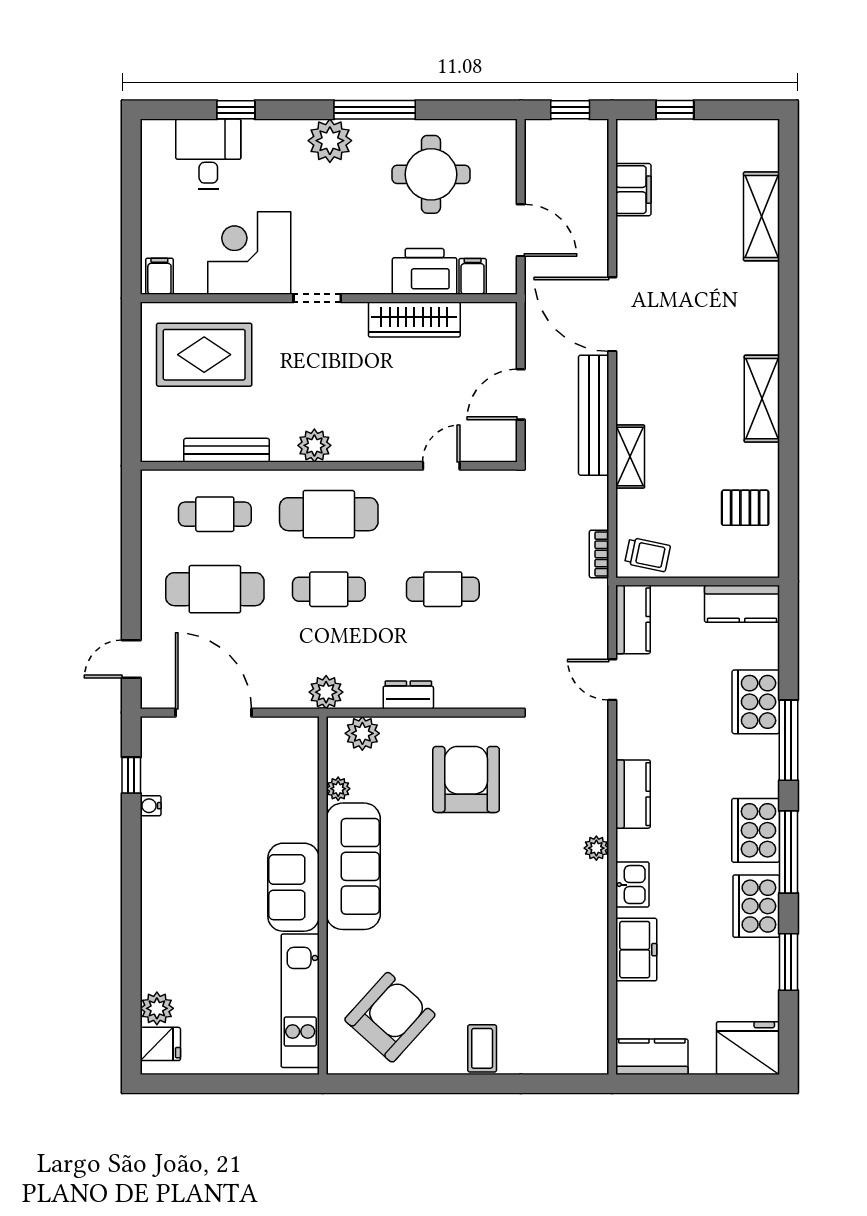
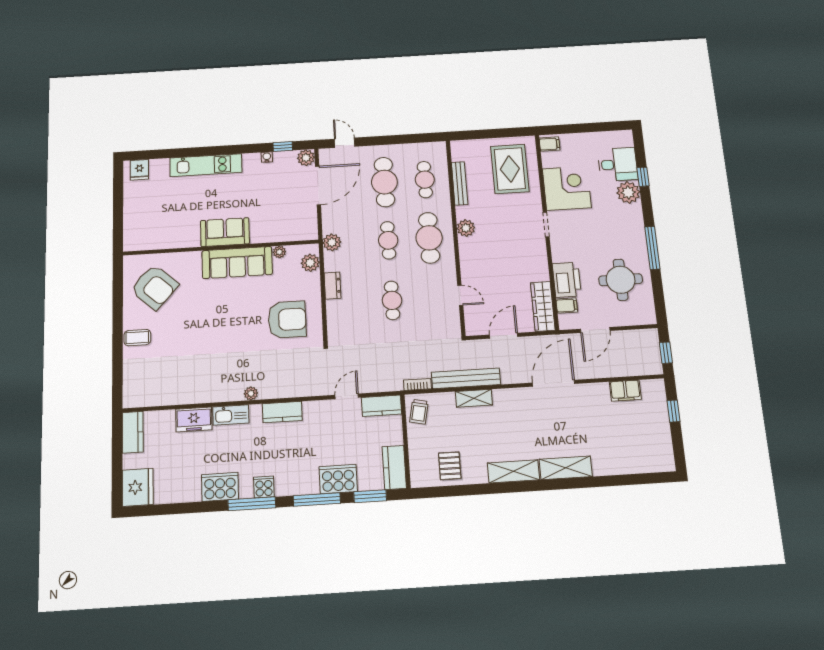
plant: (330, 141) -> (628, 192), moved
shelving: (761, 216) -> (566, 468), moved
wardrobe: (414, 319) -> (543, 306), moved
door: (521, 394) -> (504, 336), hinge flipped
bench: (594, 415) -> (466, 378), moved
cooker: (756, 830) -> (264, 487), width x0.53, depth x0.76
kitchen sink: (632, 885) -> (231, 415), width x1.38
window: (788, 962) -> (370, 496), moved
kitchen unit: (300, 1001) -> (206, 165), moved, turned 180
plant: (157, 1008) -> (306, 158), moved

